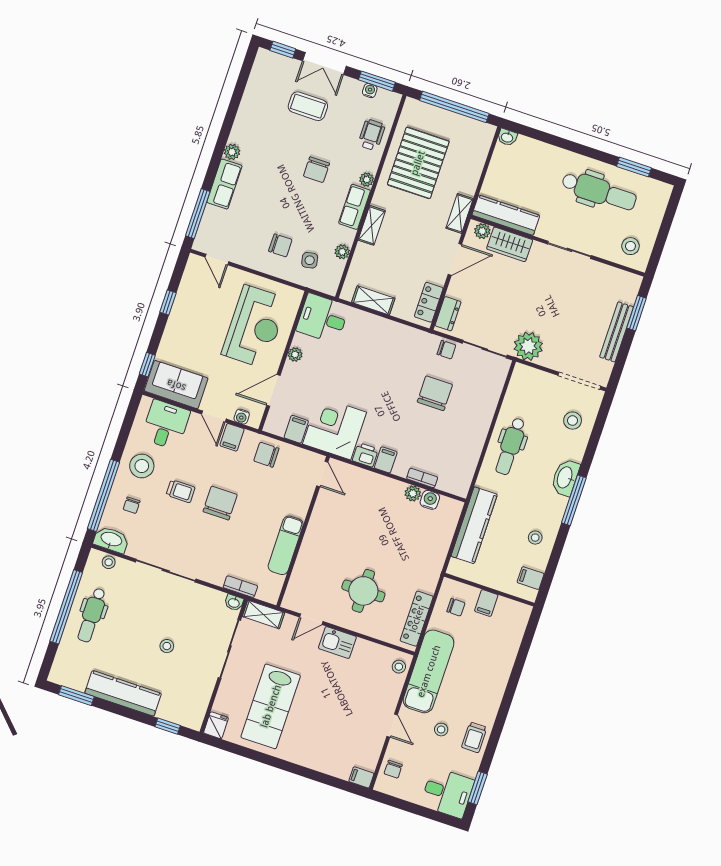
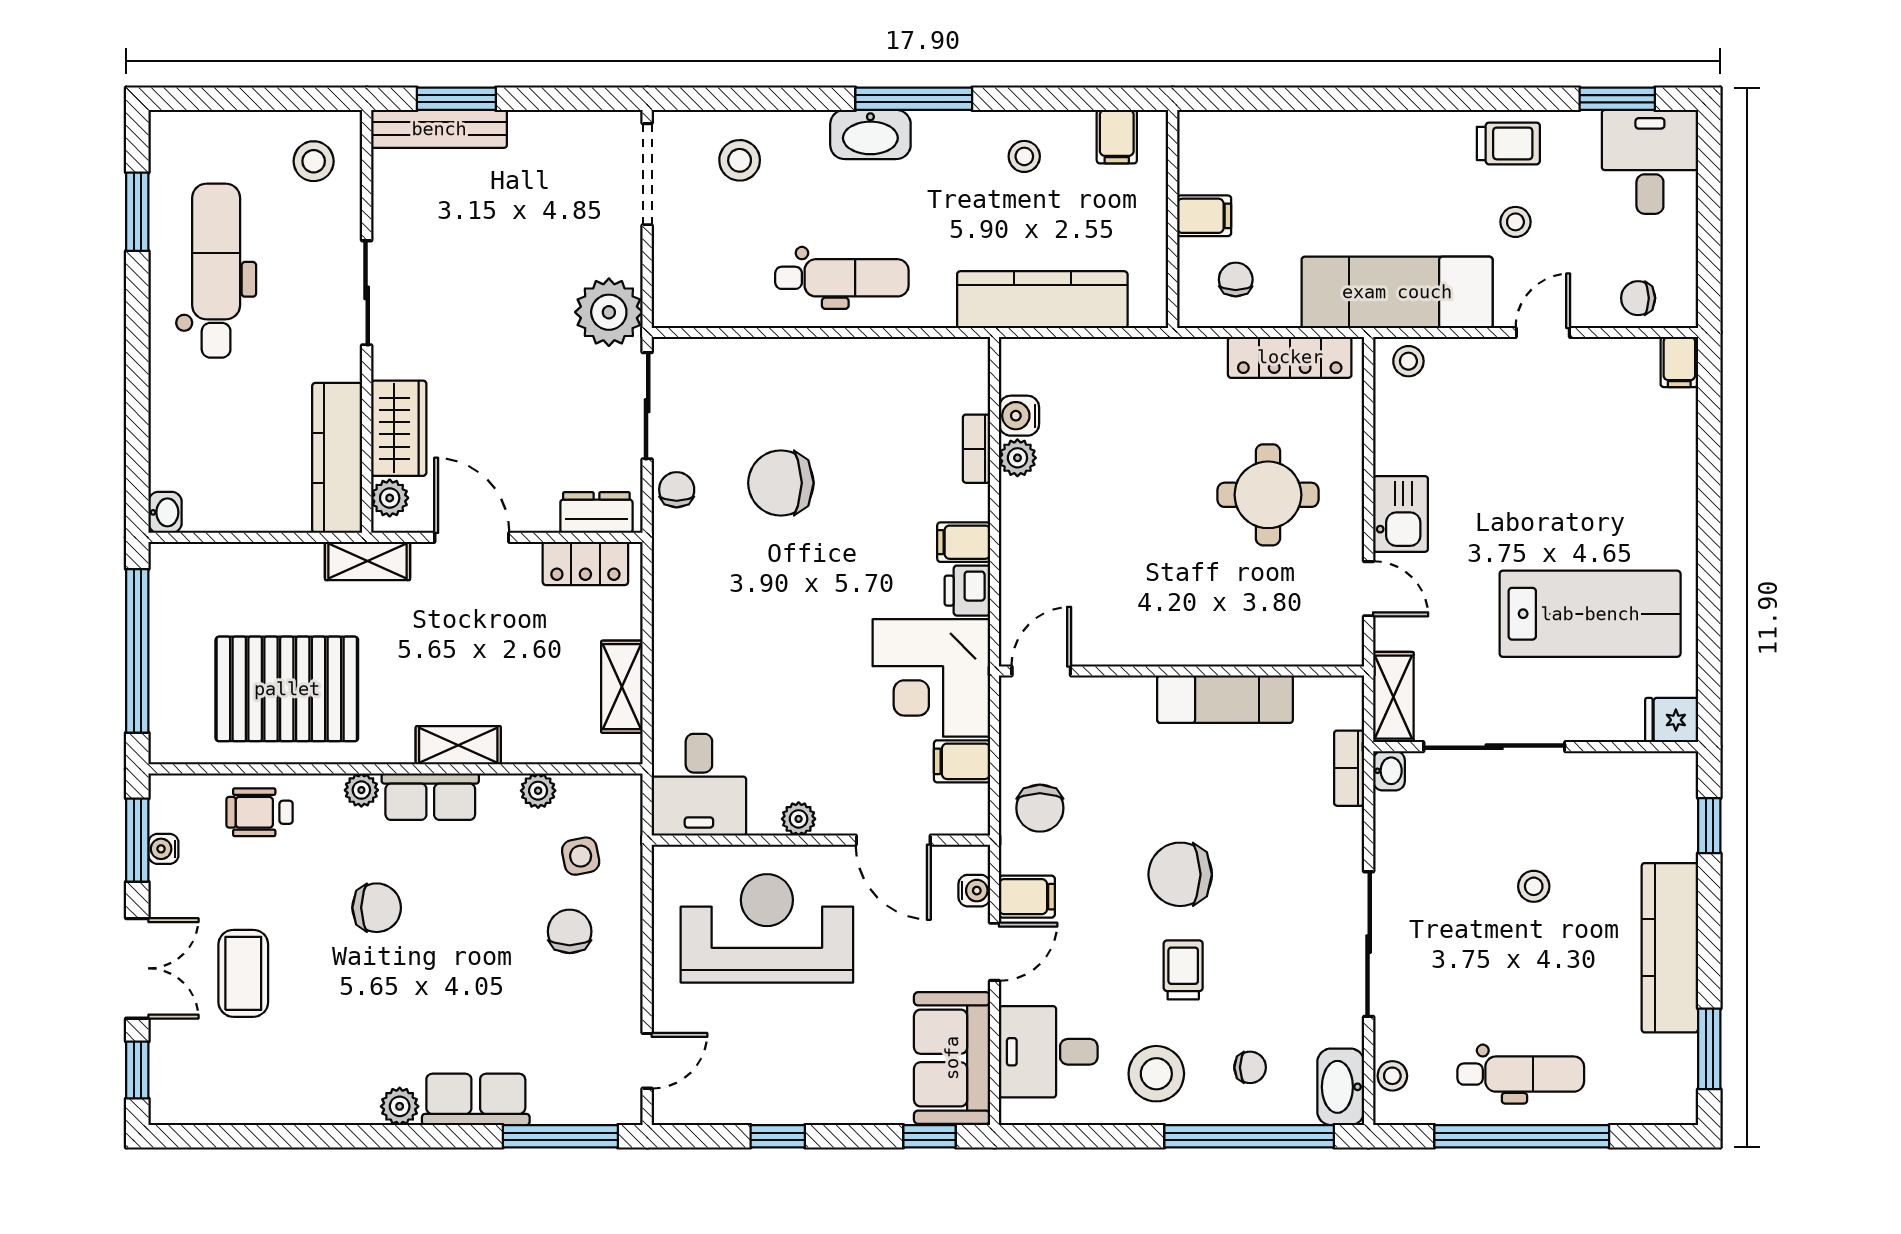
bench: (616, 332) -> (439, 129), moved
chair: (393, 769) -> (1638, 298), turned 180

